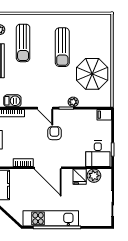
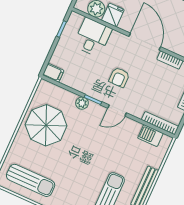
sun lounger: (62, 47) -> (31, 180), moved, turned 90
door: (45, 108) -> (117, 111), swing flipped
desk: (98, 154) -> (92, 37), moved

